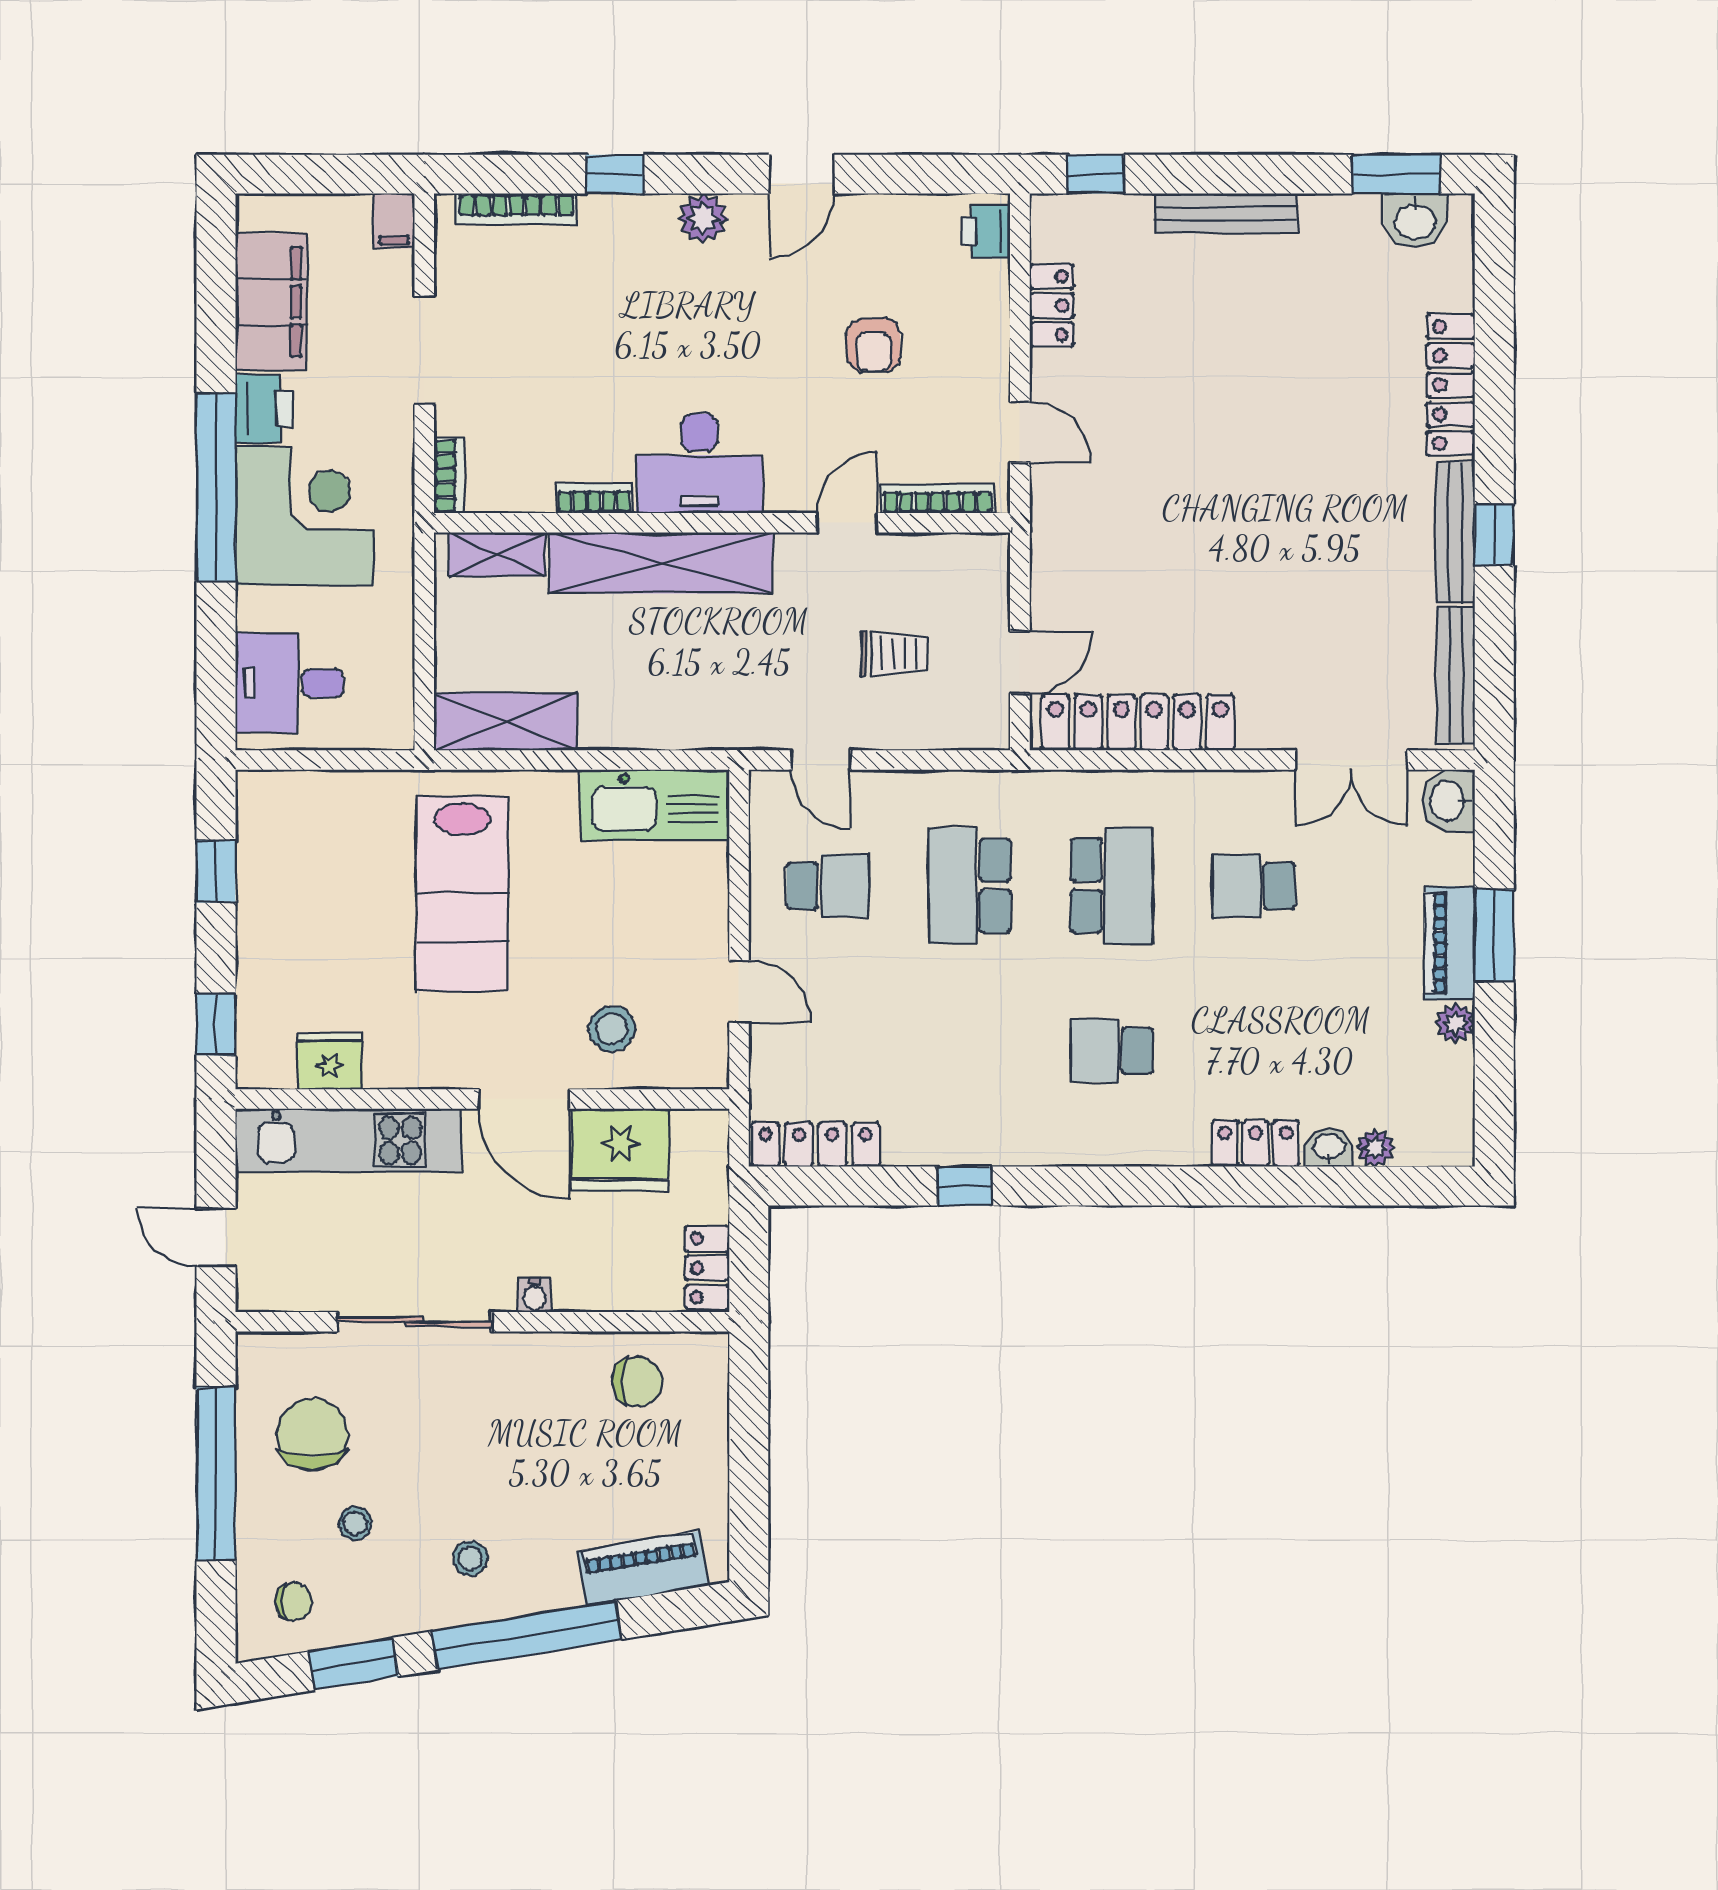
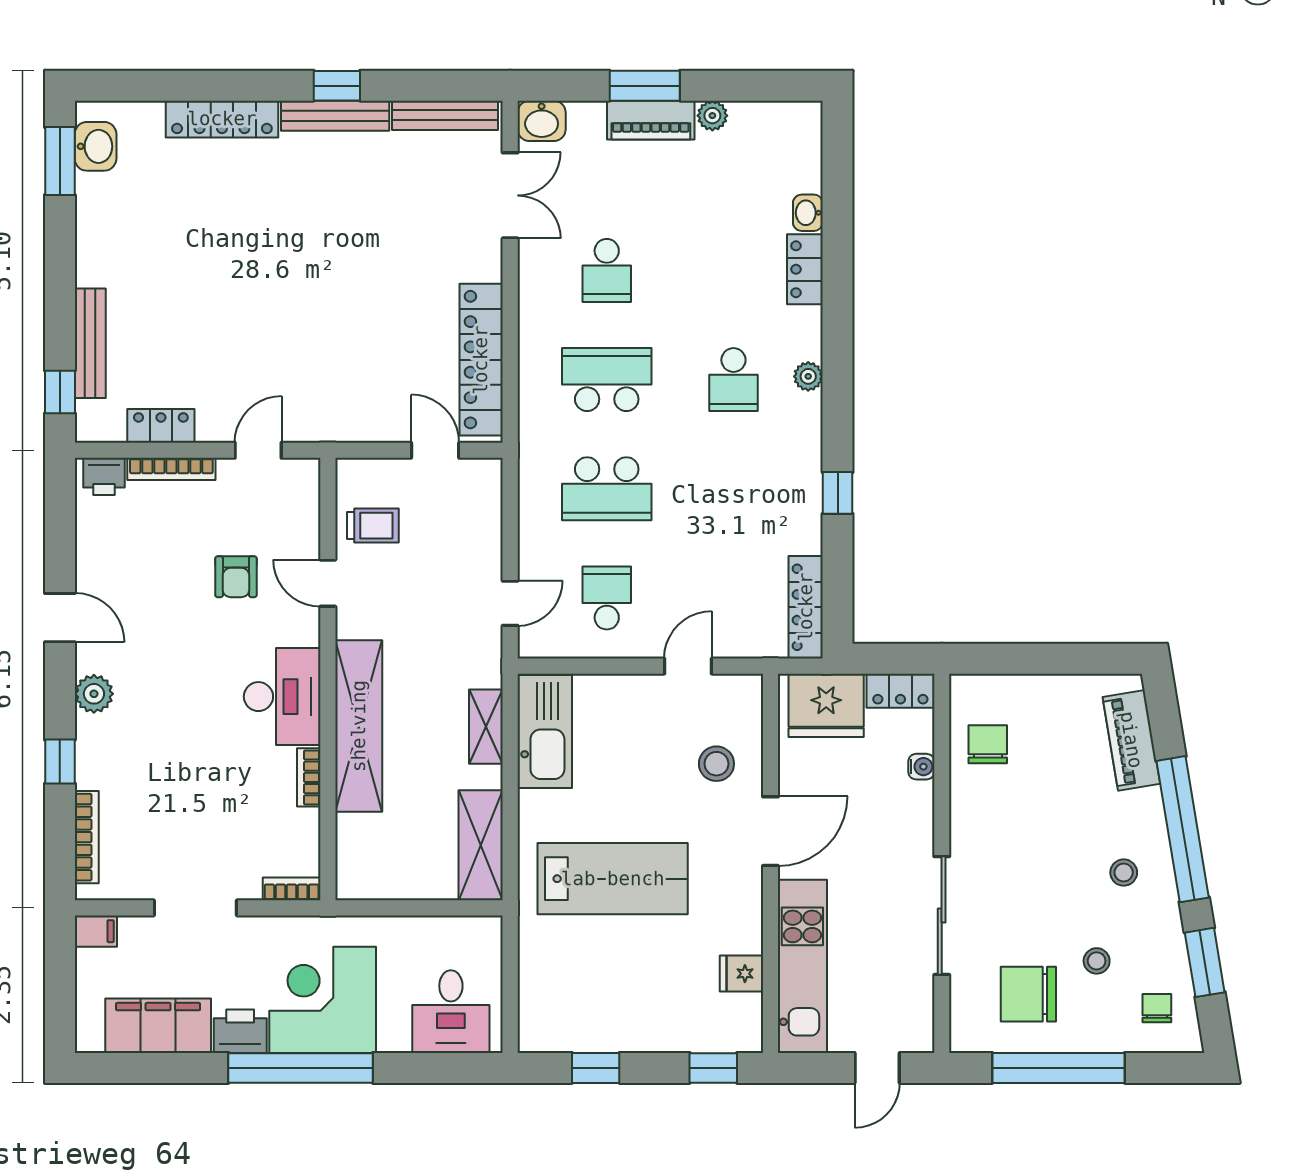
bench: (1226, 213) -> (90, 343), moved
armchair: (874, 345) -> (236, 577), moved, turned 93
bookcase: (937, 498) -> (171, 469), moved, turned -90
shelving: (497, 554) -> (486, 727), moved
trolley: (895, 653) -> (373, 526), moved, turned 90
fridge: (330, 1061) -> (742, 974), width x0.72
plant: (1375, 1148) -> (808, 376), moved
fridge: (620, 1150) -> (826, 705), moved, turned 90
water cooler: (535, 1295) -> (921, 767), moved

